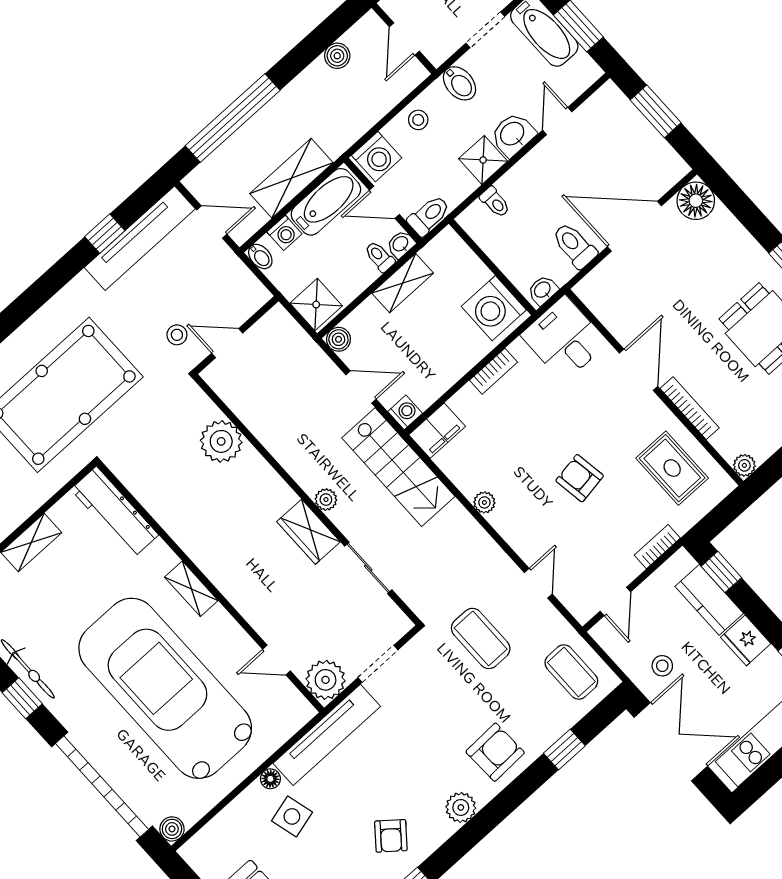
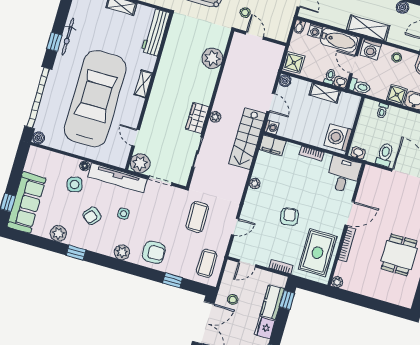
shelving: (291, 178) -> (368, 28), moved
rug: (672, 468) -> (317, 253), width x1.36, depth x1.43
side table: (395, 763) -> (123, 214), added
armchair: (391, 836) -> (92, 216), moved

